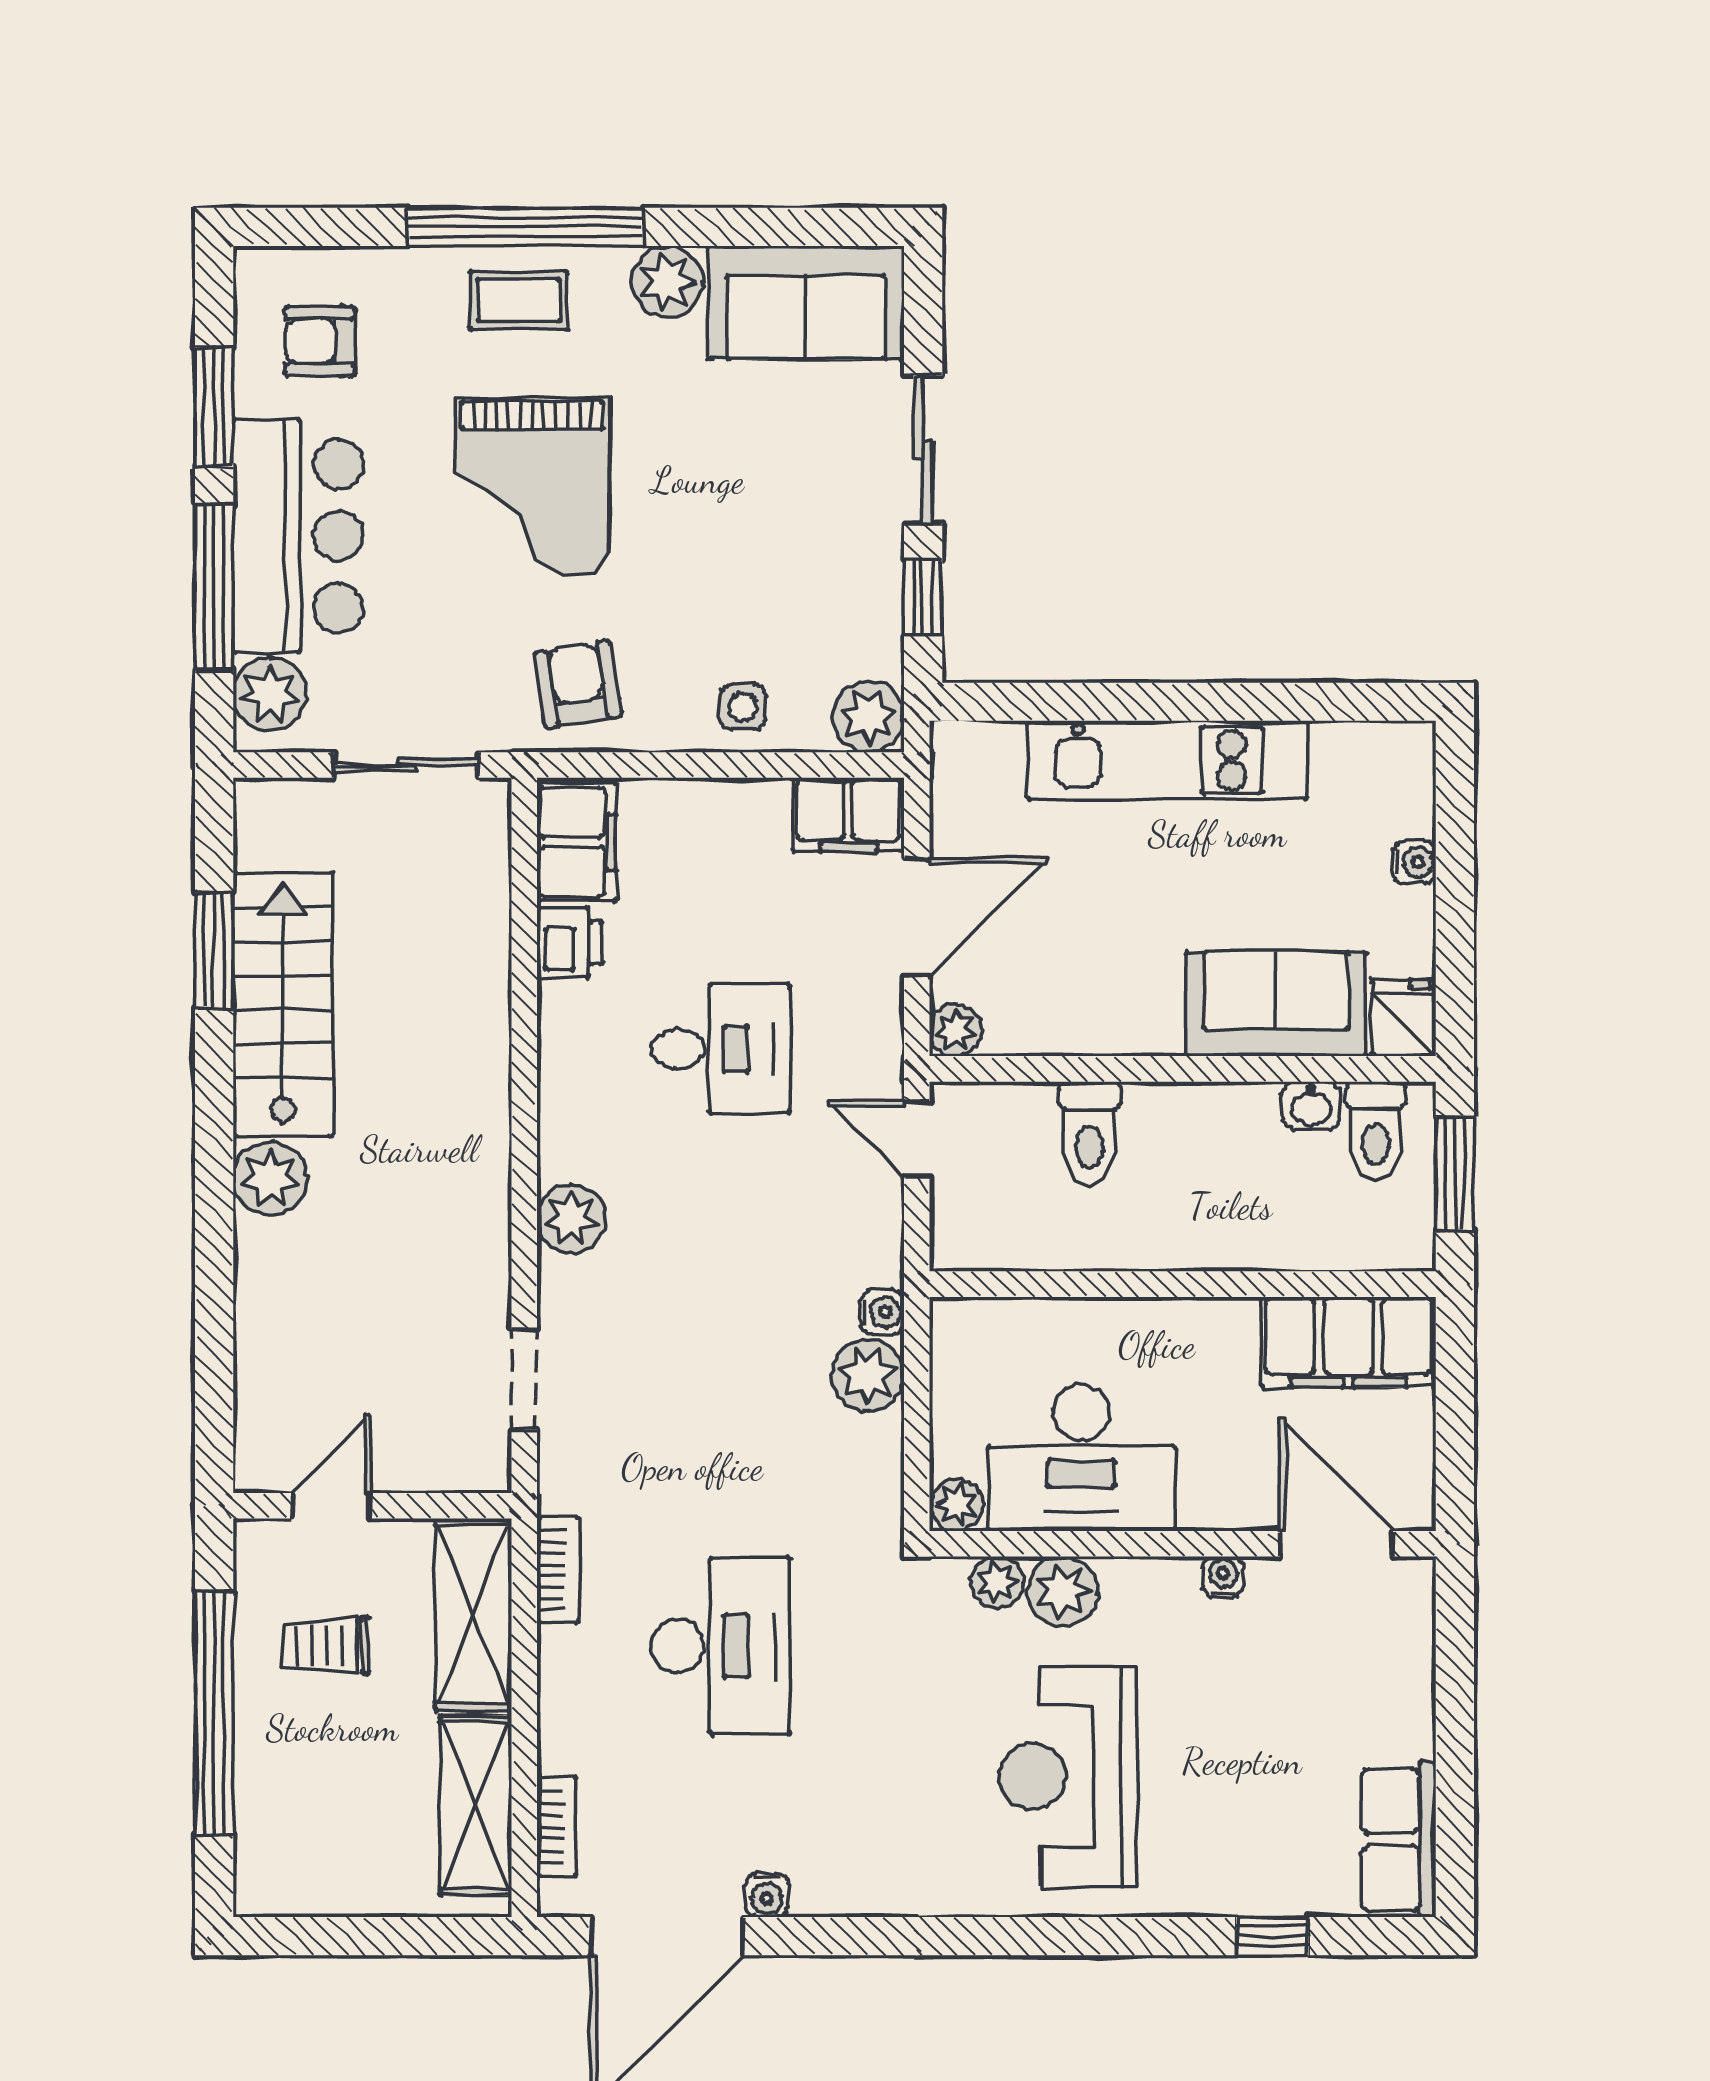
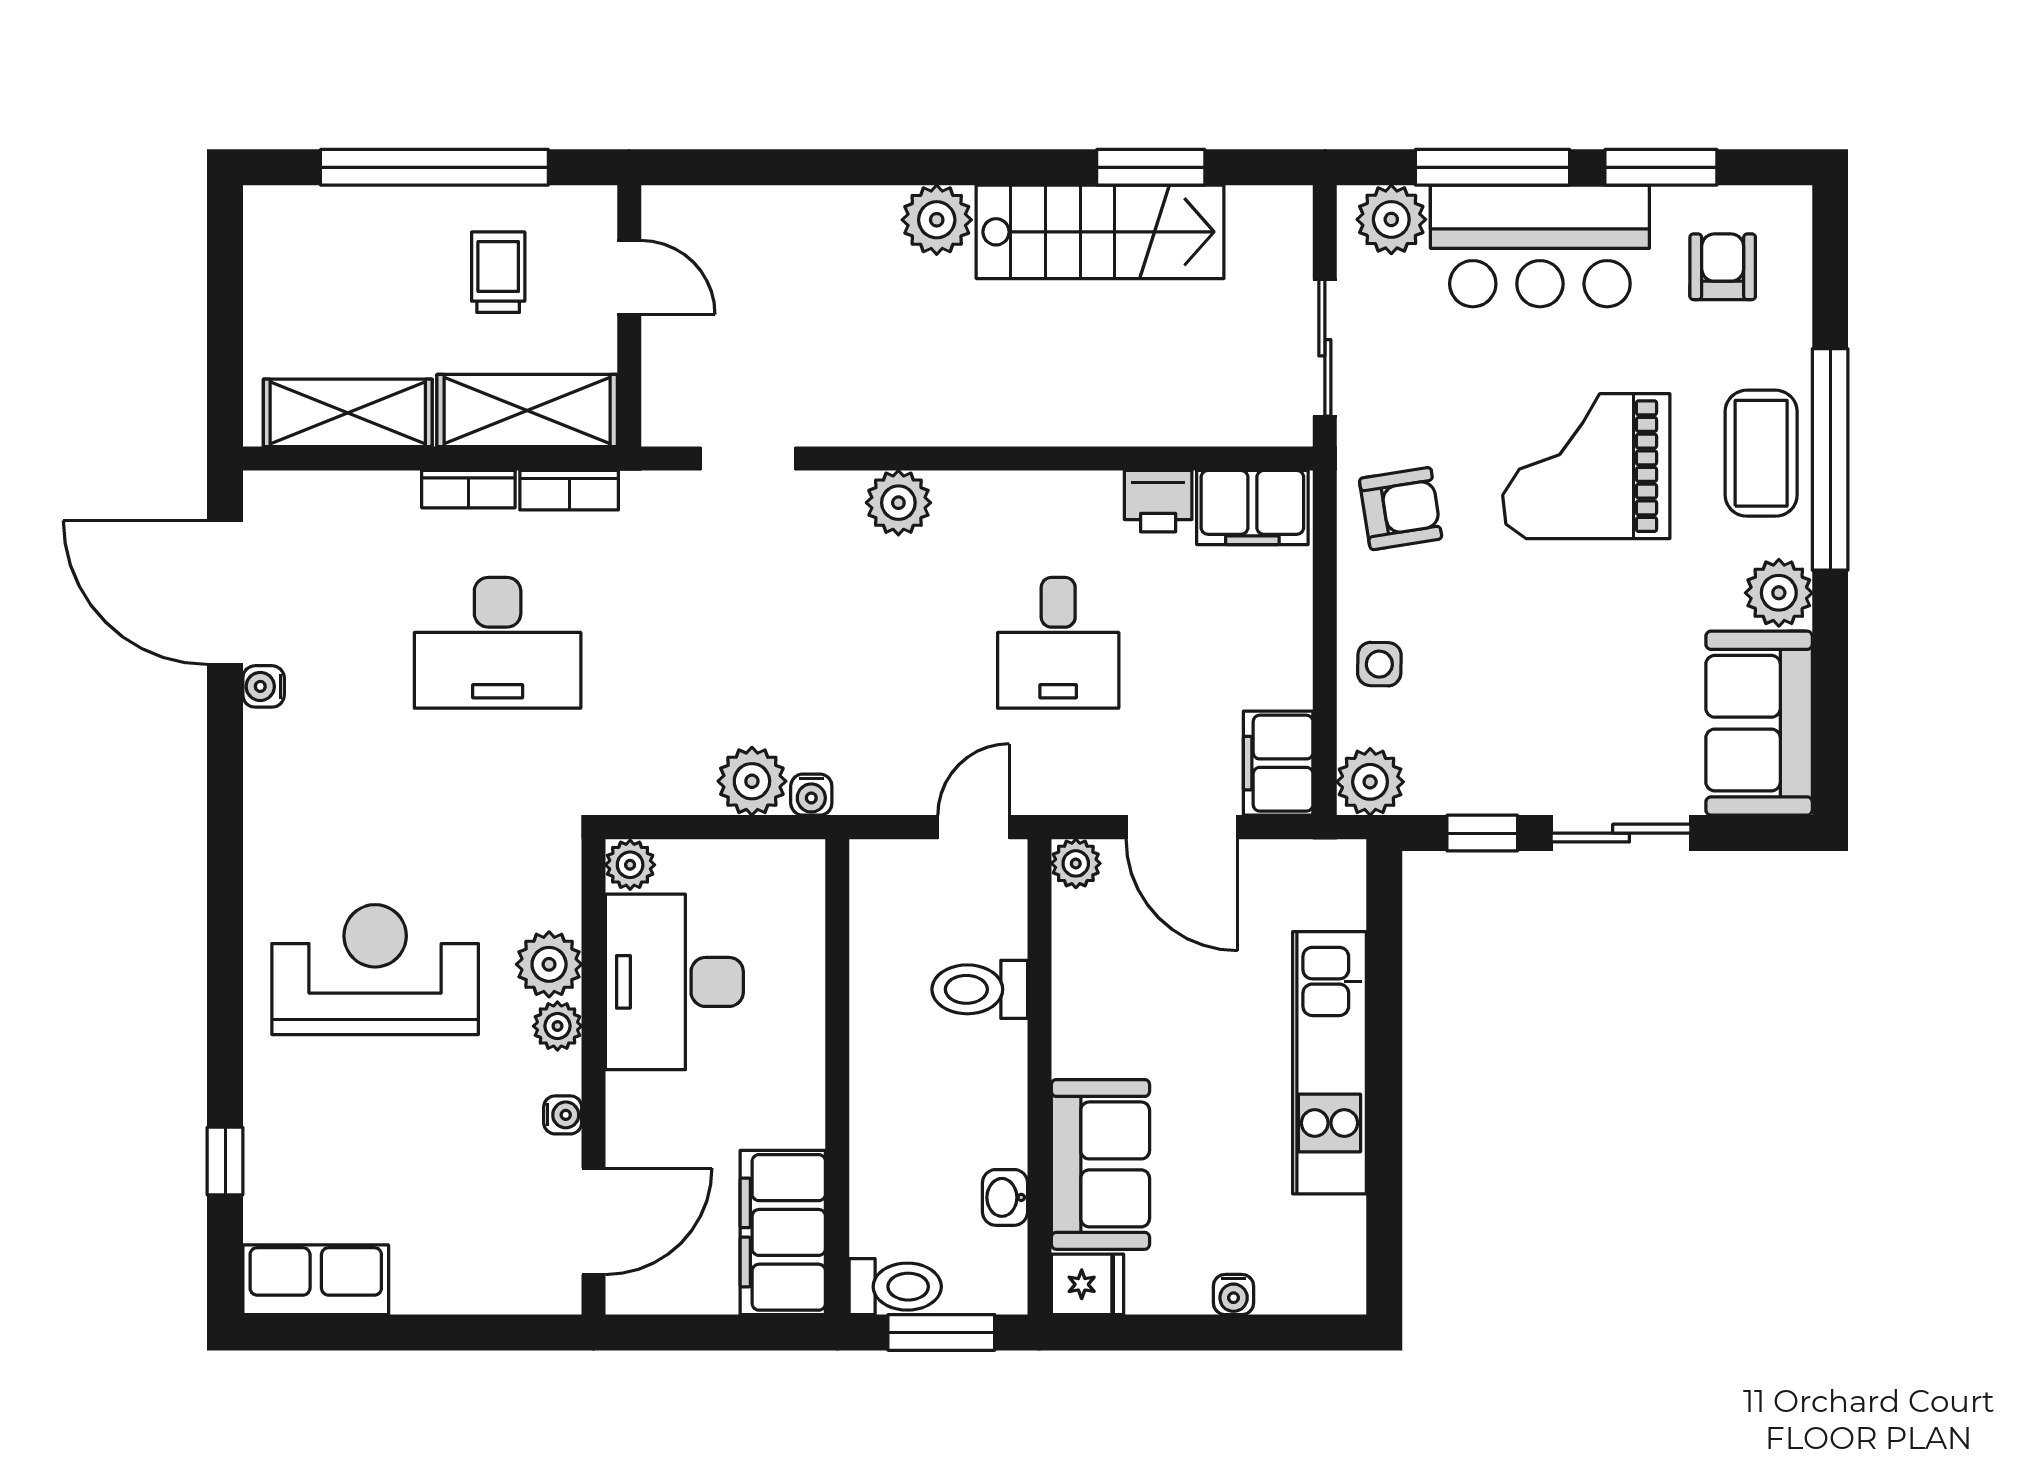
coffee table: (519, 300) -> (1761, 453), width x1.36, depth x1.30
toilet: (1376, 1131) -> (895, 1287), moved, turned 180
plant: (997, 1582) -> (557, 1026), moved
bookcase: (557, 1827) -> (468, 489), moved

